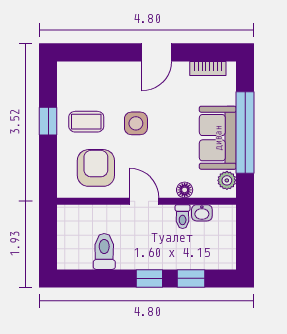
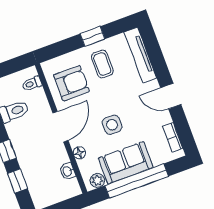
tv unit: (93, 71) -> (140, 55), added
side table: (136, 123) -> (112, 125), moved
door: (144, 201) -> (60, 127), width x1.38
toilet: (183, 217) -> (32, 84), moved

